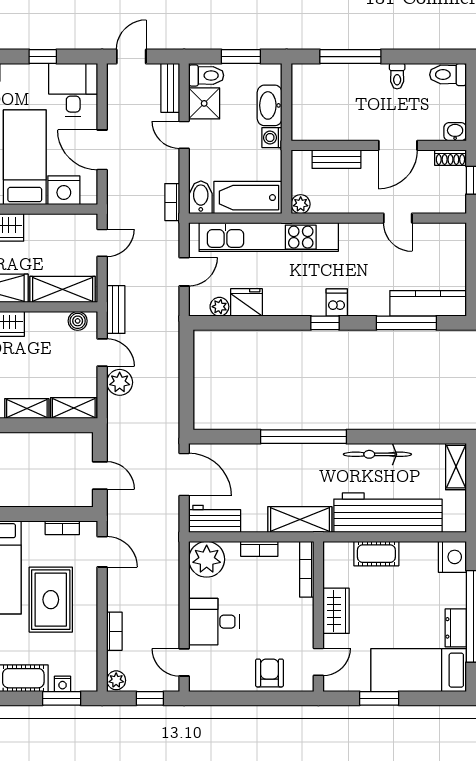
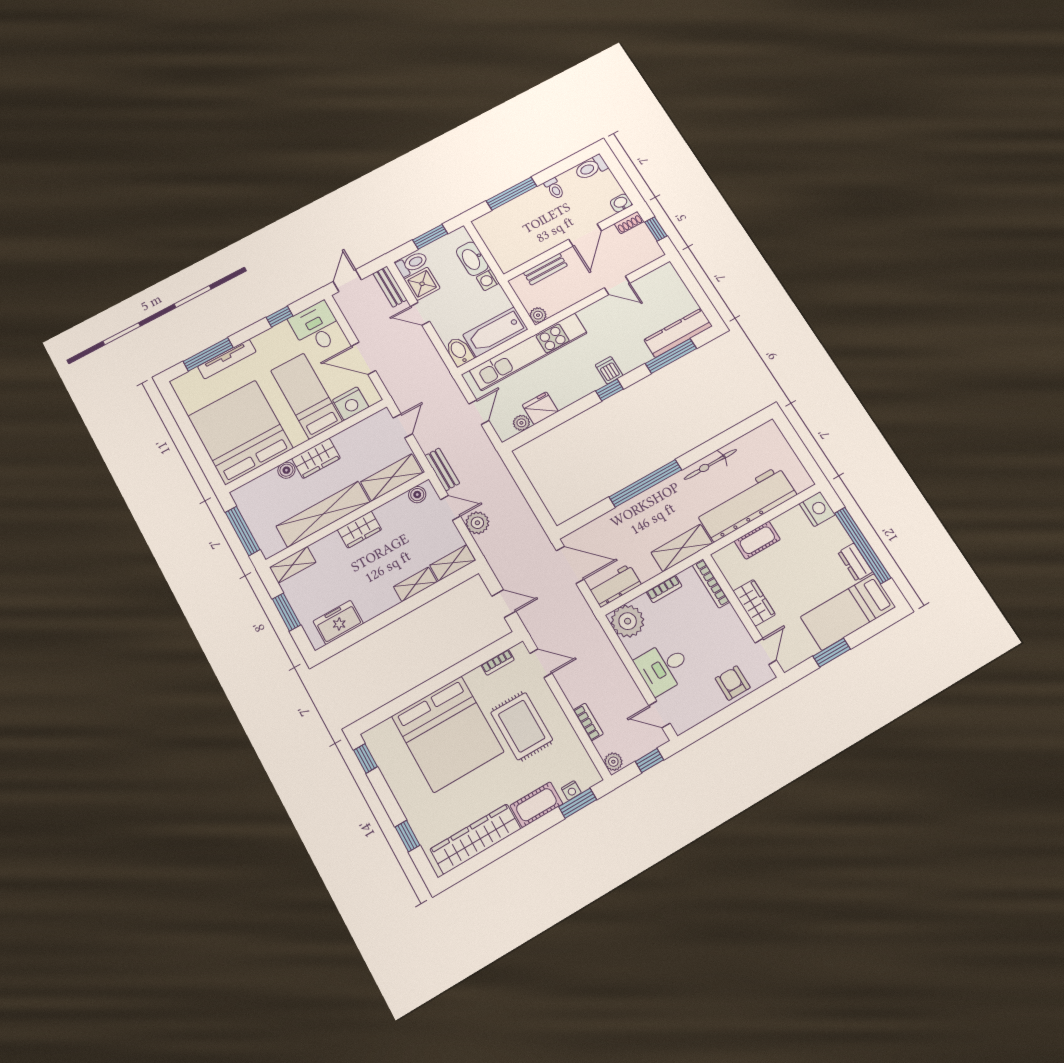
bookcase: (172, 202) -> (439, 367), removed
shelving: (456, 467) -> (776, 440), removed

